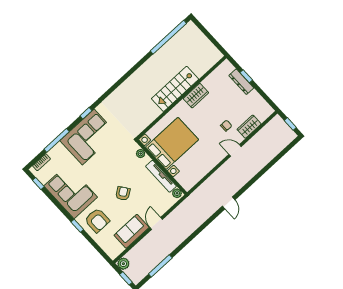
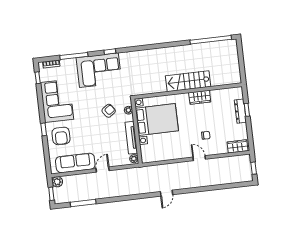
wardrobe: (249, 127) -> (237, 146), moved
armchair: (123, 193) -> (109, 111), moved
sofa: (132, 231) -> (75, 163), width x1.36

